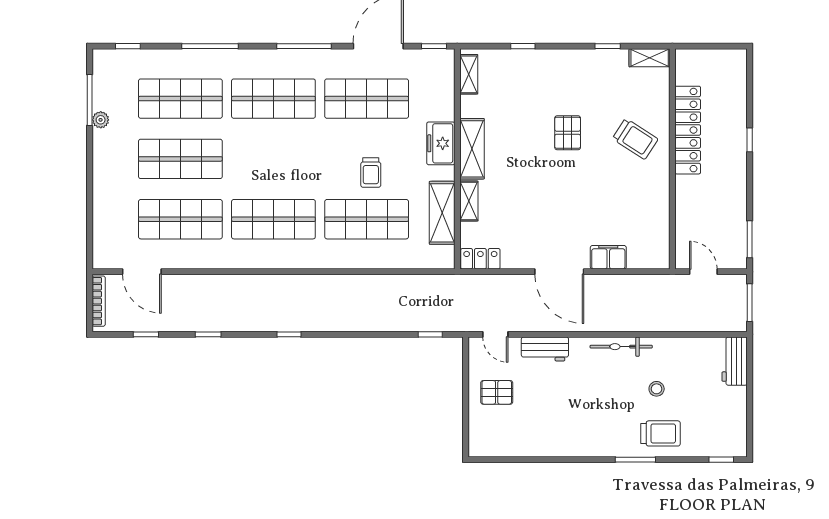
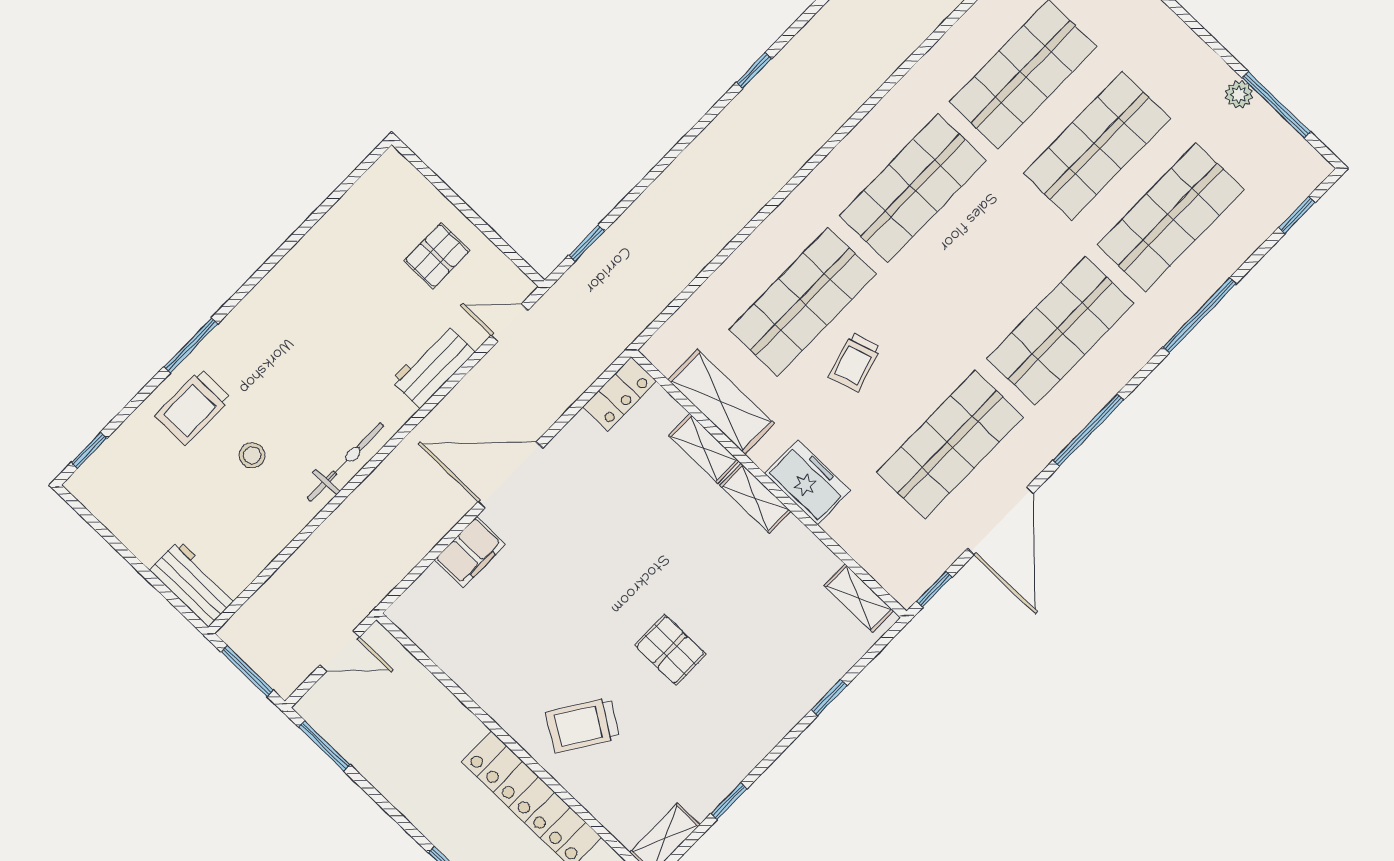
shelving: (472, 149) -> (755, 498), width x0.67, depth x0.75
trolley: (371, 173) -> (855, 362), turned -107

